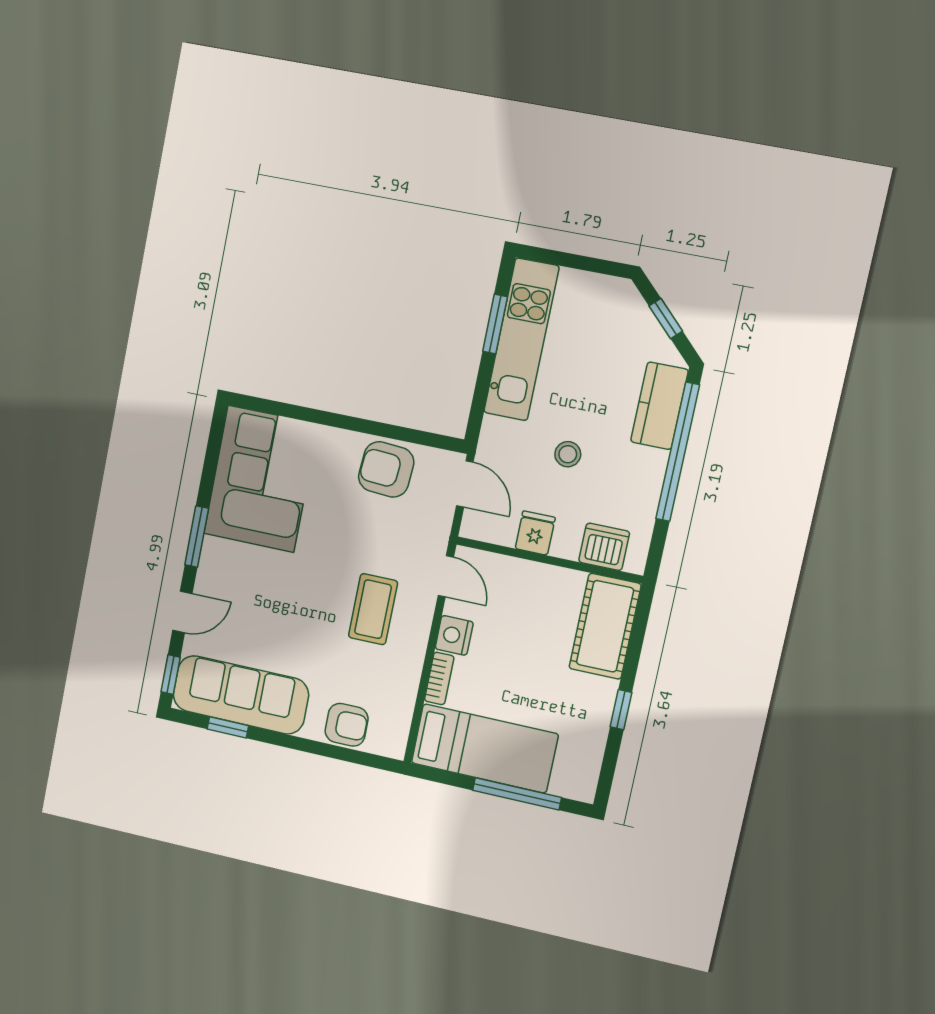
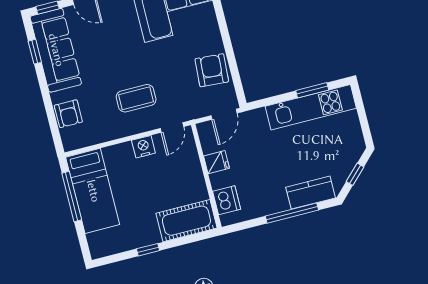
window: (678, 452) -> (292, 213), width x0.68
stool: (568, 454) -> (264, 159), removed
bookcase: (439, 678) -> (117, 150), removed
window: (517, 794) -> (72, 196), moved

